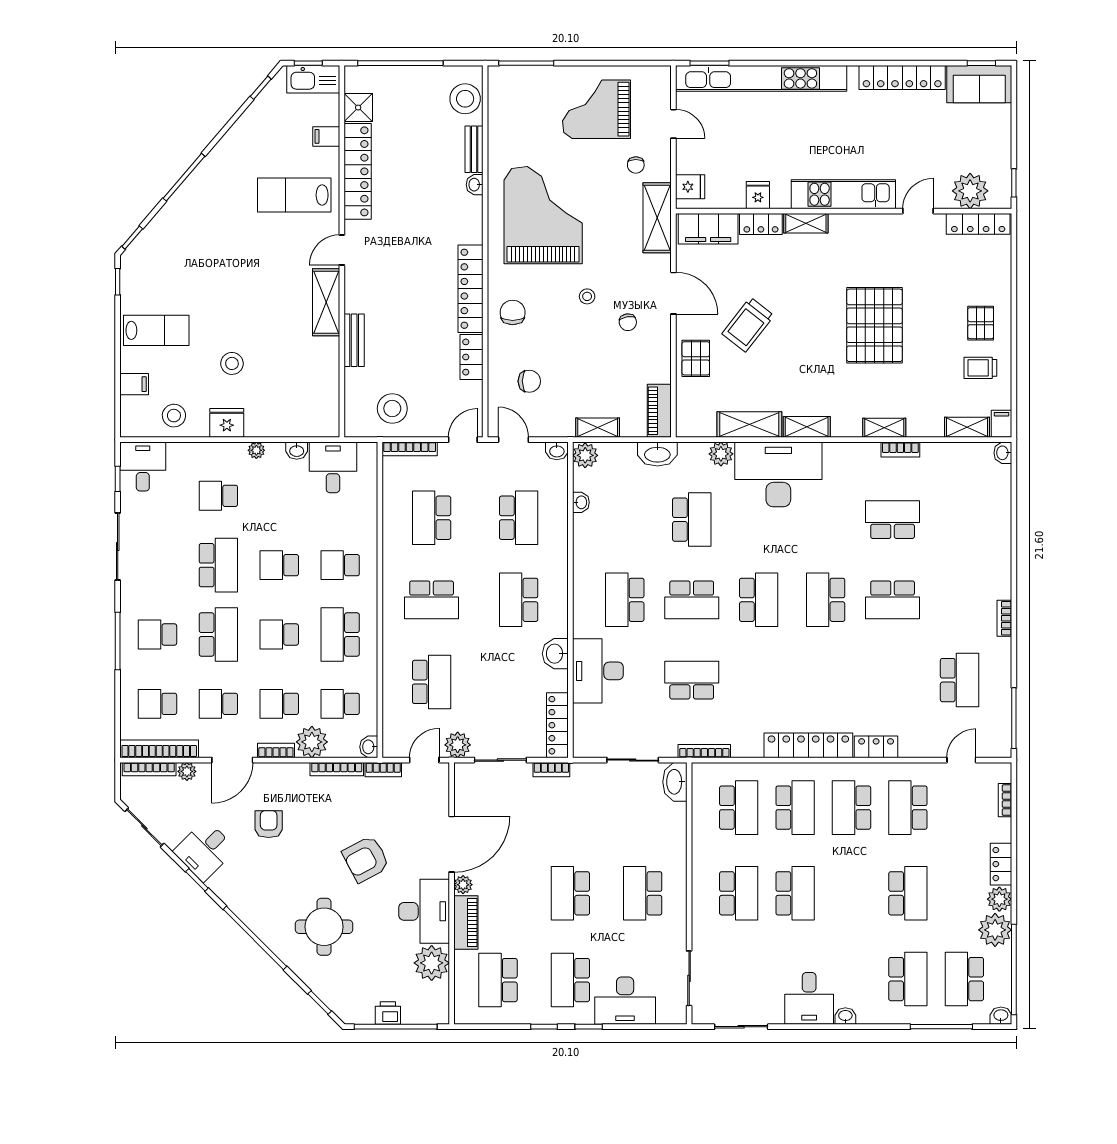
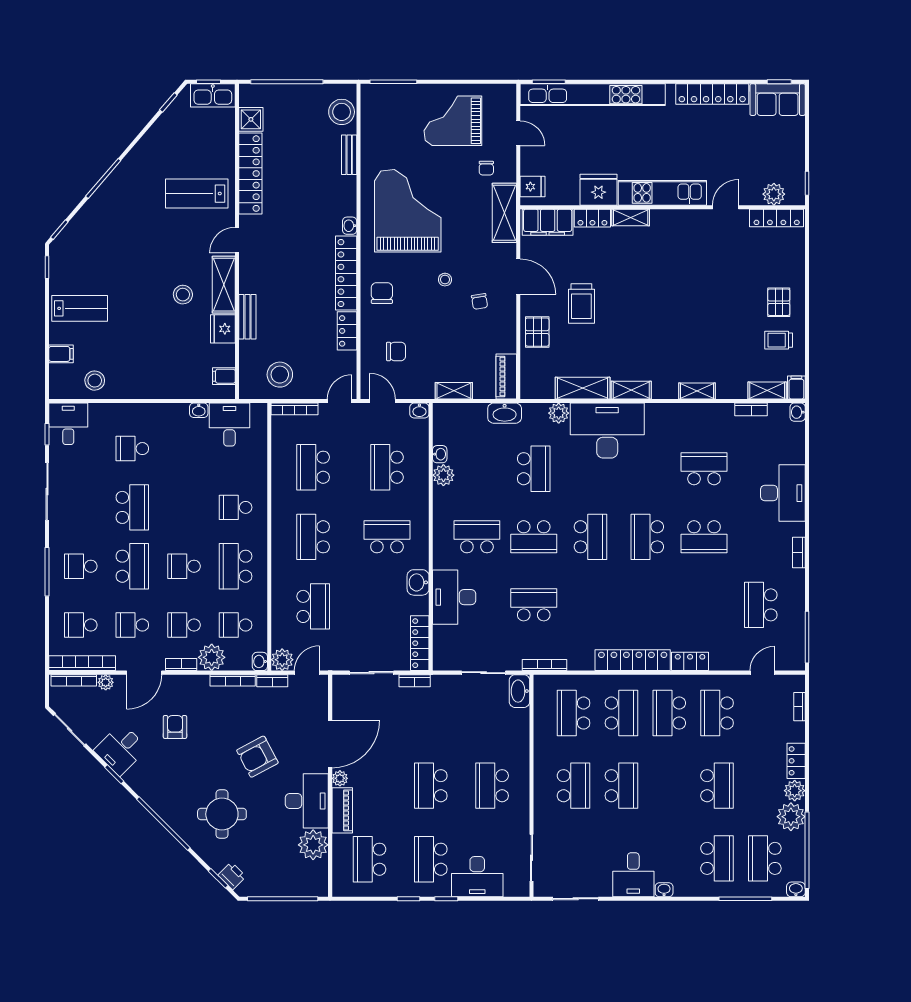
filing cabinet: (326, 136) -> (224, 376), moved
washbasin: (475, 185) -> (350, 226), moved
plant: (970, 191) -> (774, 194), width x0.73, depth x0.73
fridge: (758, 195) -> (598, 190), width x1.88, depth x1.34
trolley: (748, 325) -> (581, 303), turned -38
pallet: (875, 325) -> (689, 304), removed
stool: (232, 363) -> (183, 295), moved
fridge: (227, 423) -> (223, 329), moved, turned -90
plant: (256, 450) -> (165, 410), removed
bookcase: (900, 450) -> (751, 409), moved
plant: (585, 455) -> (443, 475), moved
school desk: (519, 518) -> (387, 467), turned 180
desk: (985, 548) -> (783, 493), added
school desk: (279, 565) -> (184, 507), removed
school desk: (432, 600) -> (313, 537), turned 90
school desk: (519, 600) -> (387, 537), turned 90
school desk: (625, 600) -> (477, 537), turned 90
school desk: (960, 680) -> (761, 605), turned 180
plant: (458, 745) -> (282, 660), moved
school desk: (739, 808) -> (574, 713), turned 180
printer: (388, 1013) -> (232, 876), moved, turned 45

